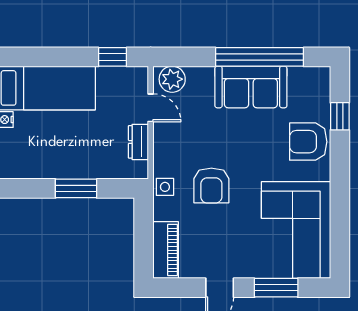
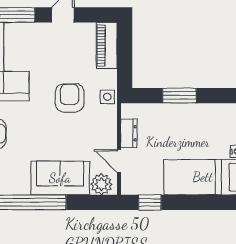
sofa: (251, 87) -> (60, 178), moved

